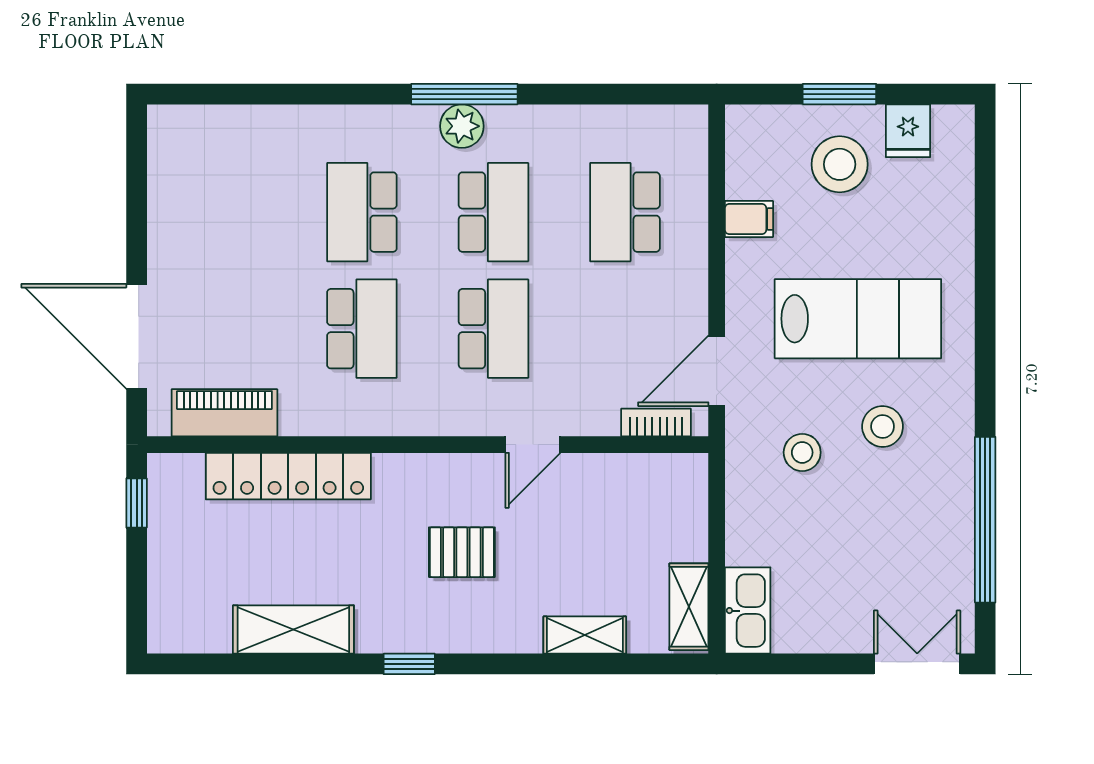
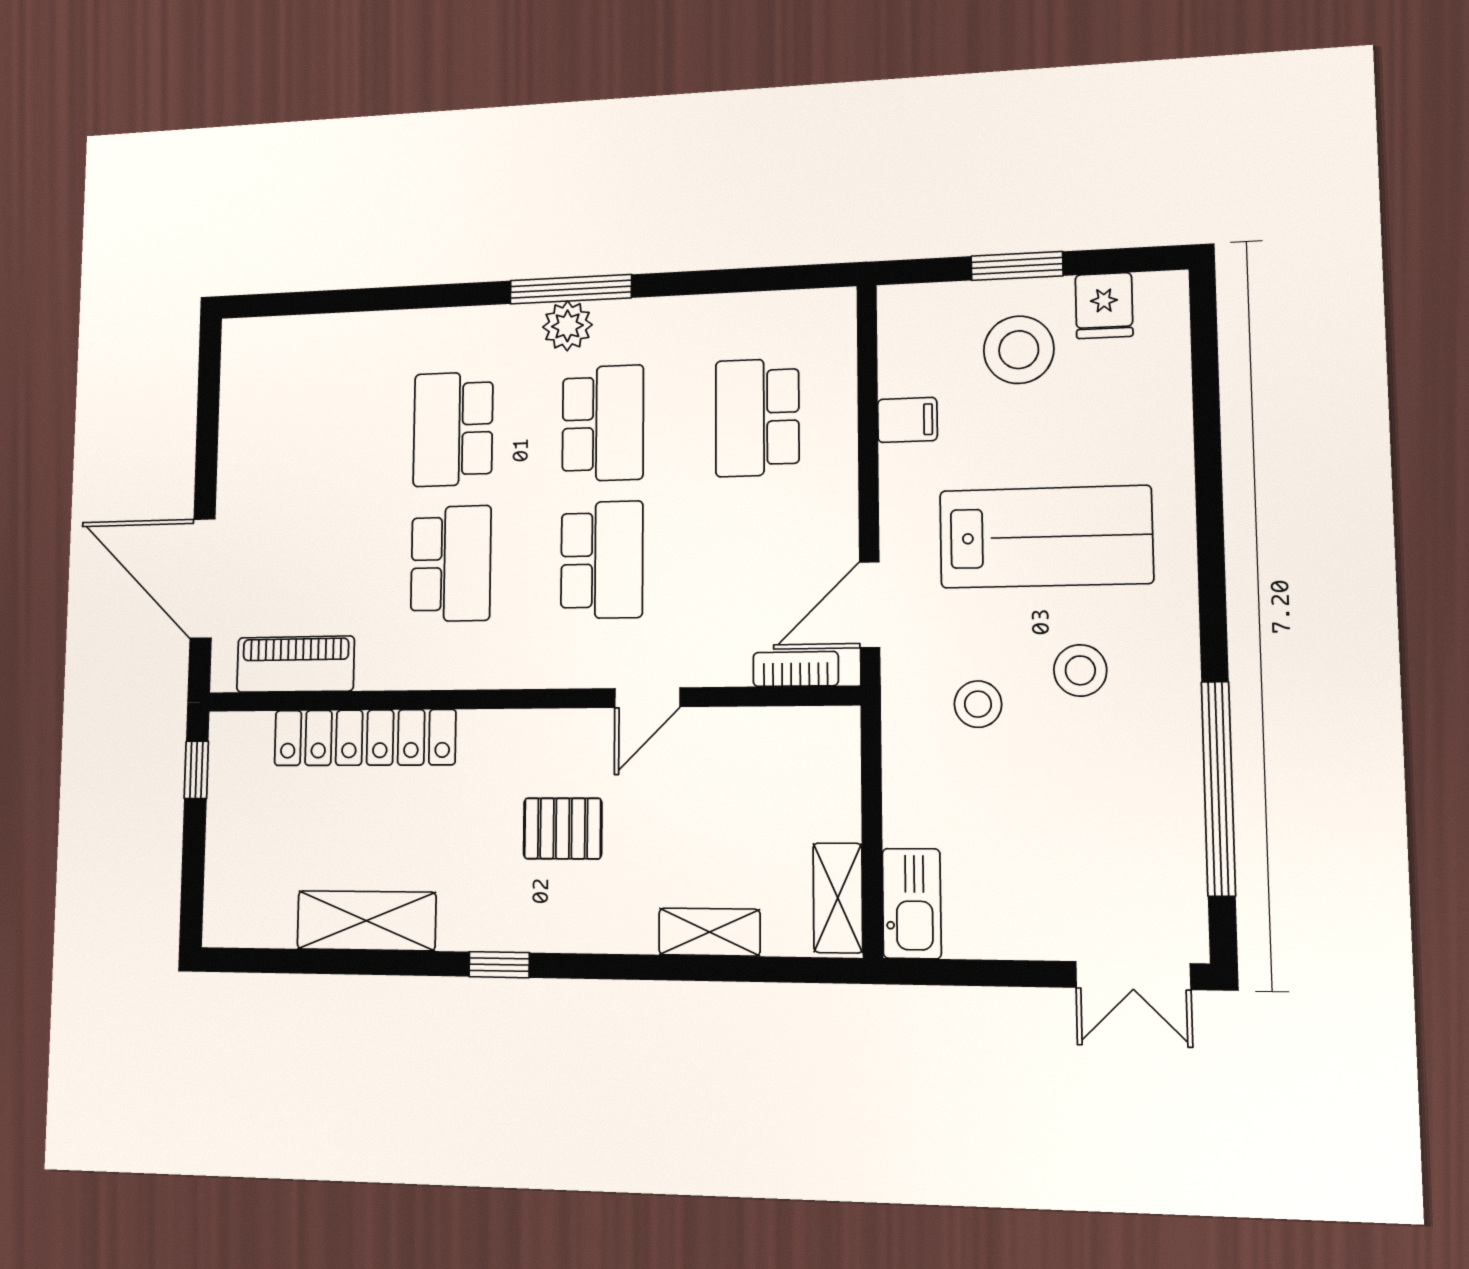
double door: (917, 664) -> (1133, 976), swing flipped

